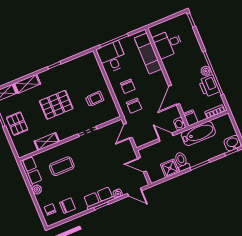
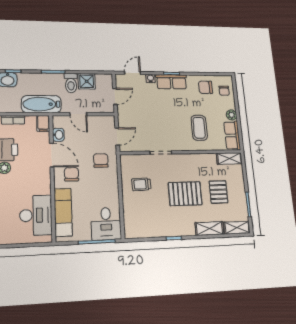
desk: (168, 44) -> (36, 215), width x1.37
chair: (128, 86) -> (71, 174), moved
door: (174, 95) -> (52, 155), hinge flipped
pallet: (17, 124) -> (218, 192), moved
washbasin: (180, 124) -> (58, 135), moved
shelving: (47, 141) -> (229, 158), moved
door: (142, 165) -> (115, 96), hinge flipped
coffee table: (62, 166) -> (199, 128), turned 90
door: (135, 192) -> (133, 73), hinge flipped

